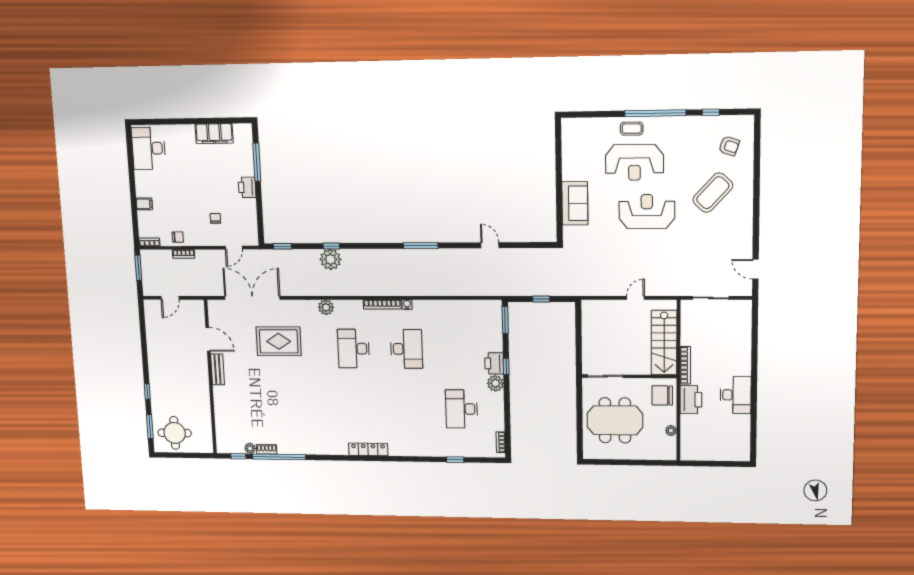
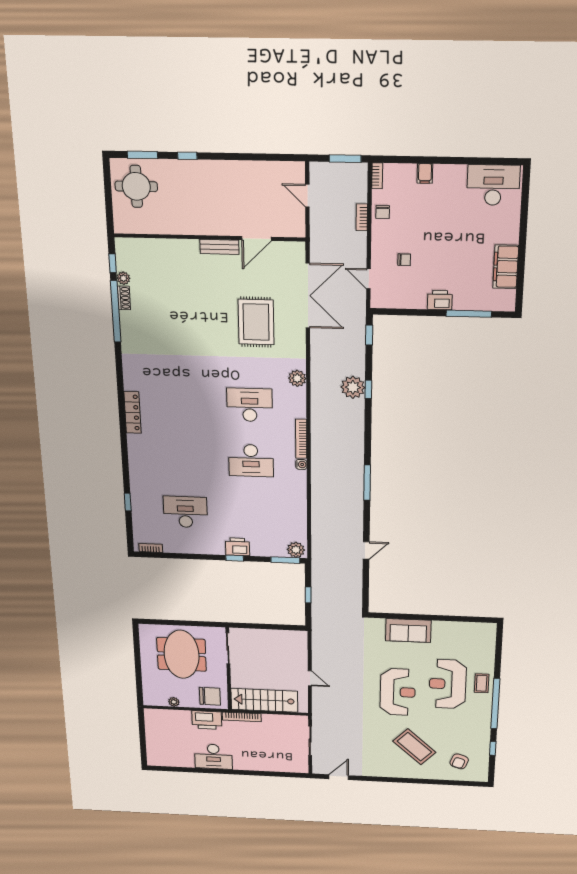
plant: (495, 383) -> (296, 550), moved
chair: (662, 395) -> (210, 696), turned 90

